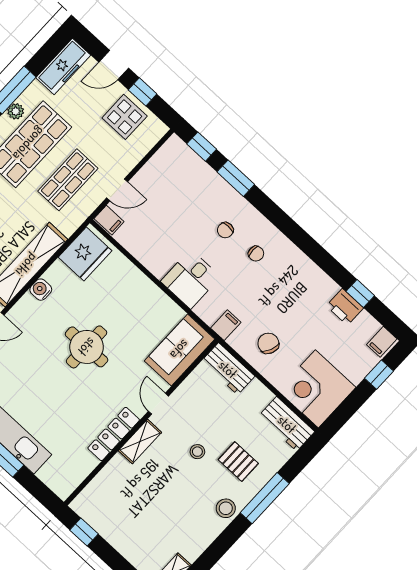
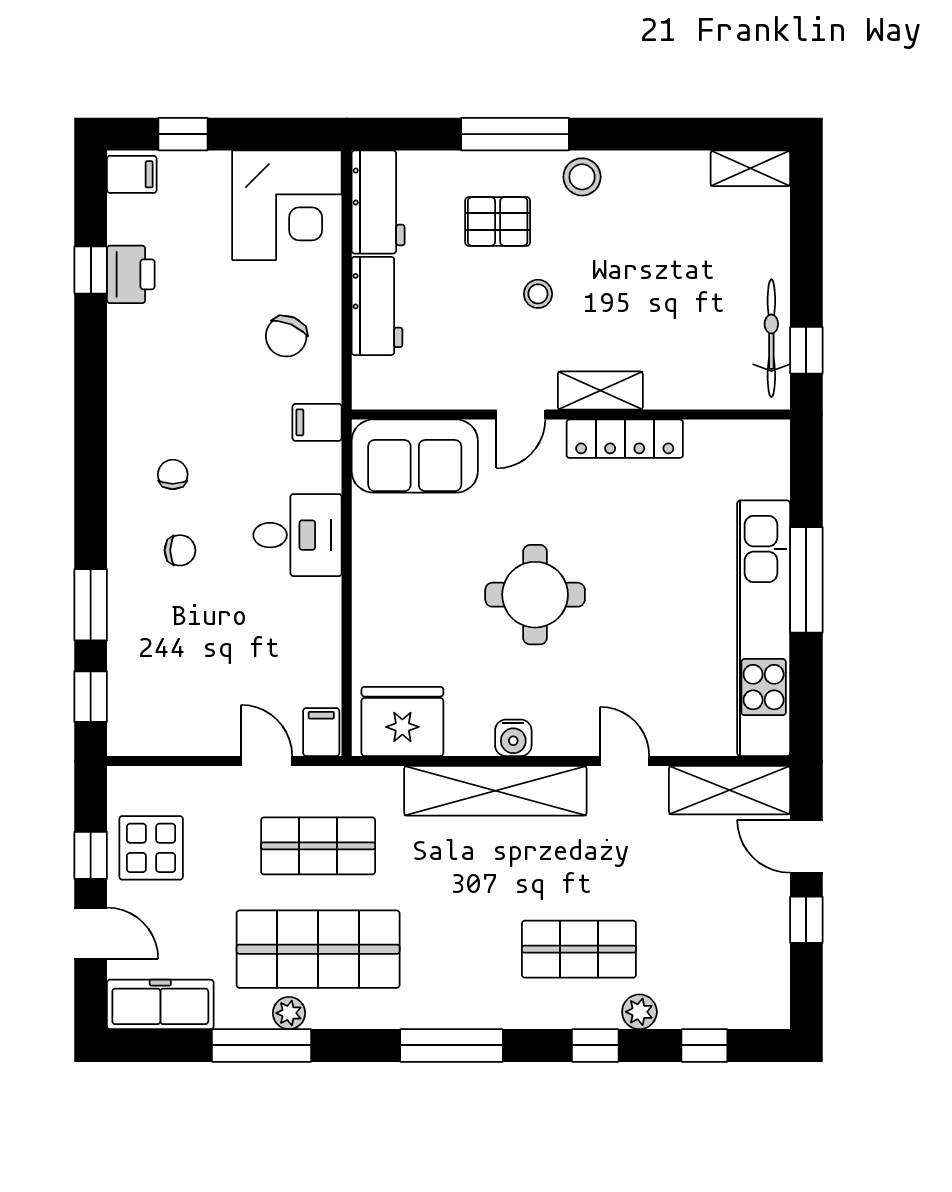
workbench: (228, 369) -> (377, 306), moved
pallet: (238, 462) -> (498, 221), turned 90
bicycle: (101, 523) -> (771, 338), added

